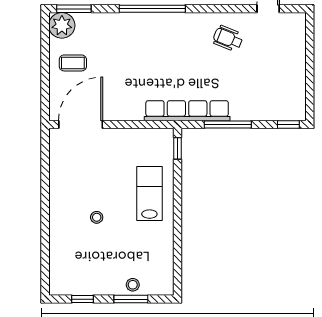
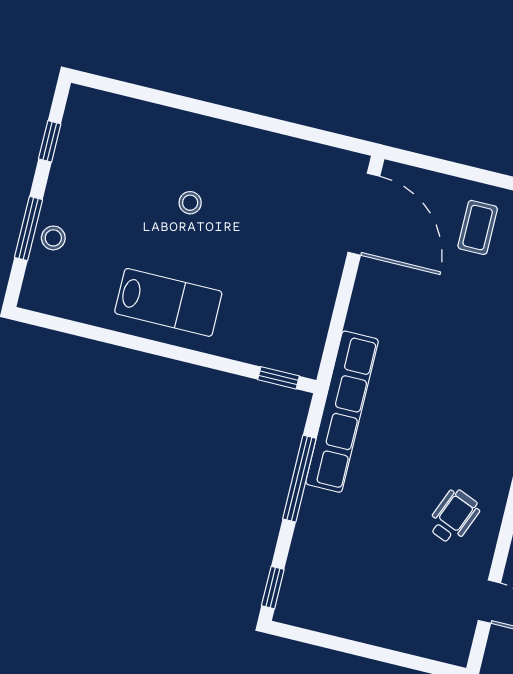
lab bench: (149, 193) -> (168, 302), moved

